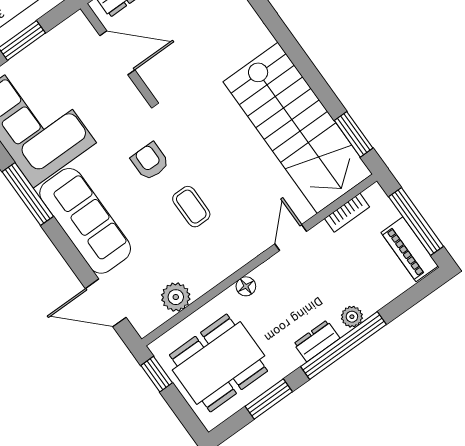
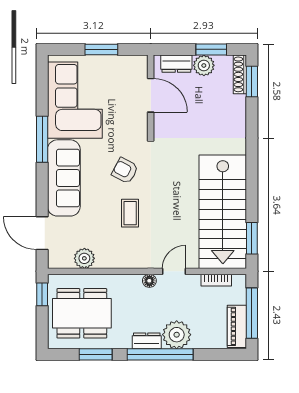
armchair: (150, 161) -> (125, 171), turned -62
floor lamp: (246, 286) -> (149, 281), moved
plant: (352, 317) -> (177, 335), width x1.88, depth x1.88

